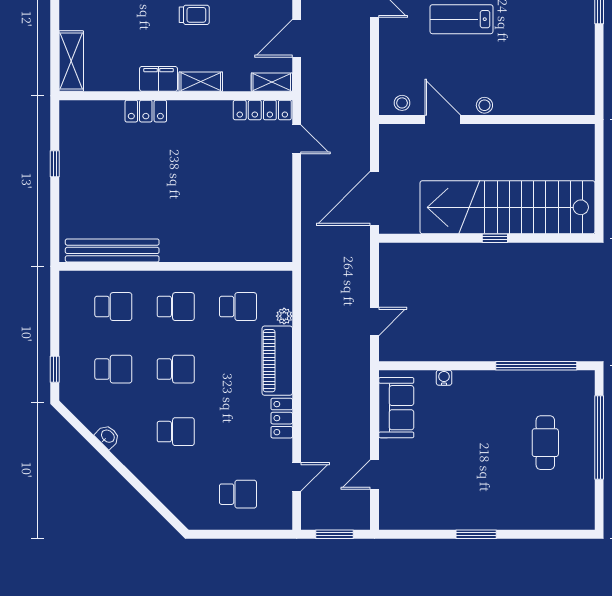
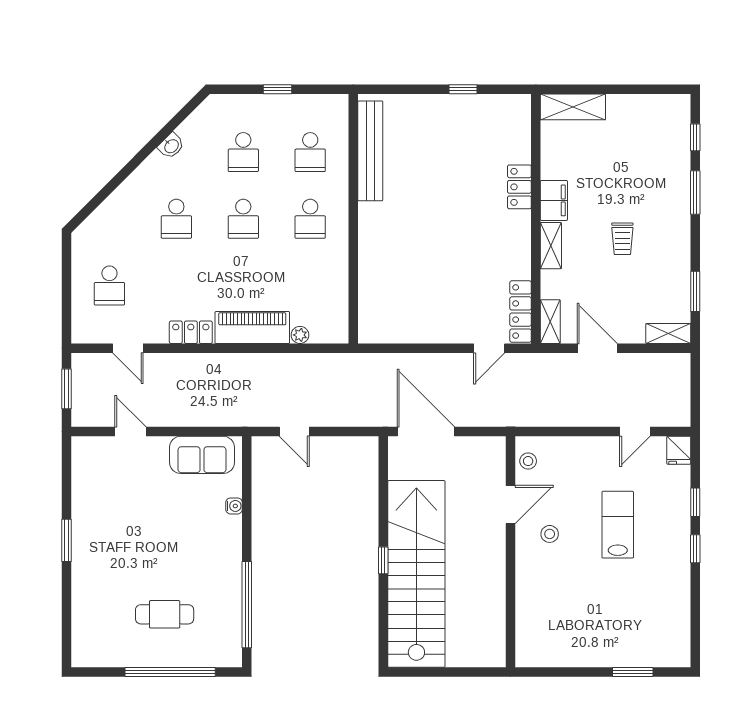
stool: (484, 105) -> (550, 534), moved
school desk: (238, 307) -> (310, 285), removed
window: (55, 369) -> (277, 89), moved

